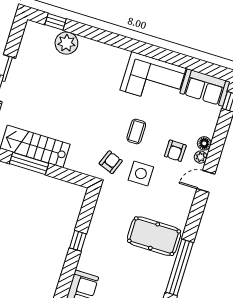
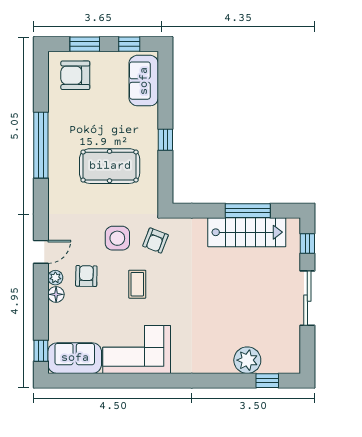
pool table: (154, 236) -> (110, 166), moved

